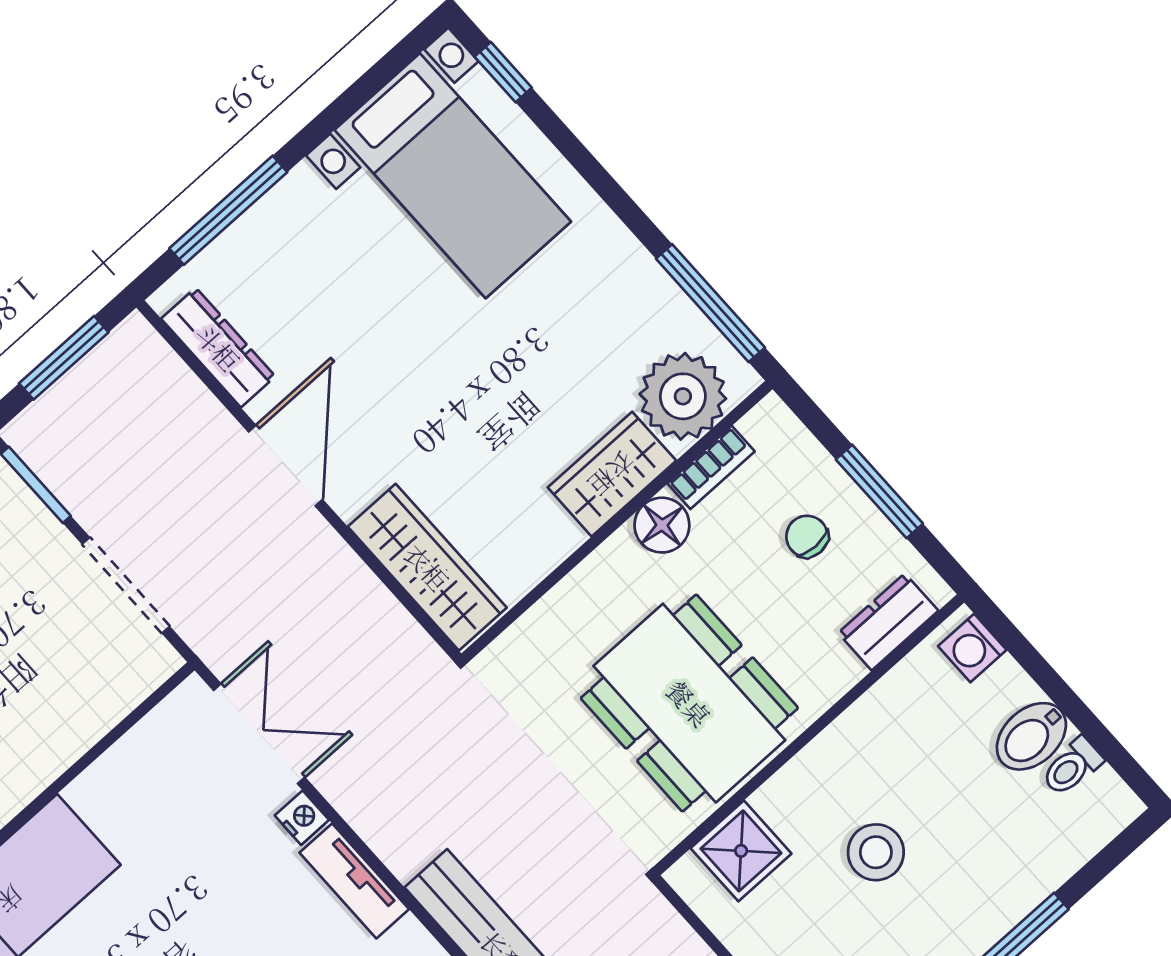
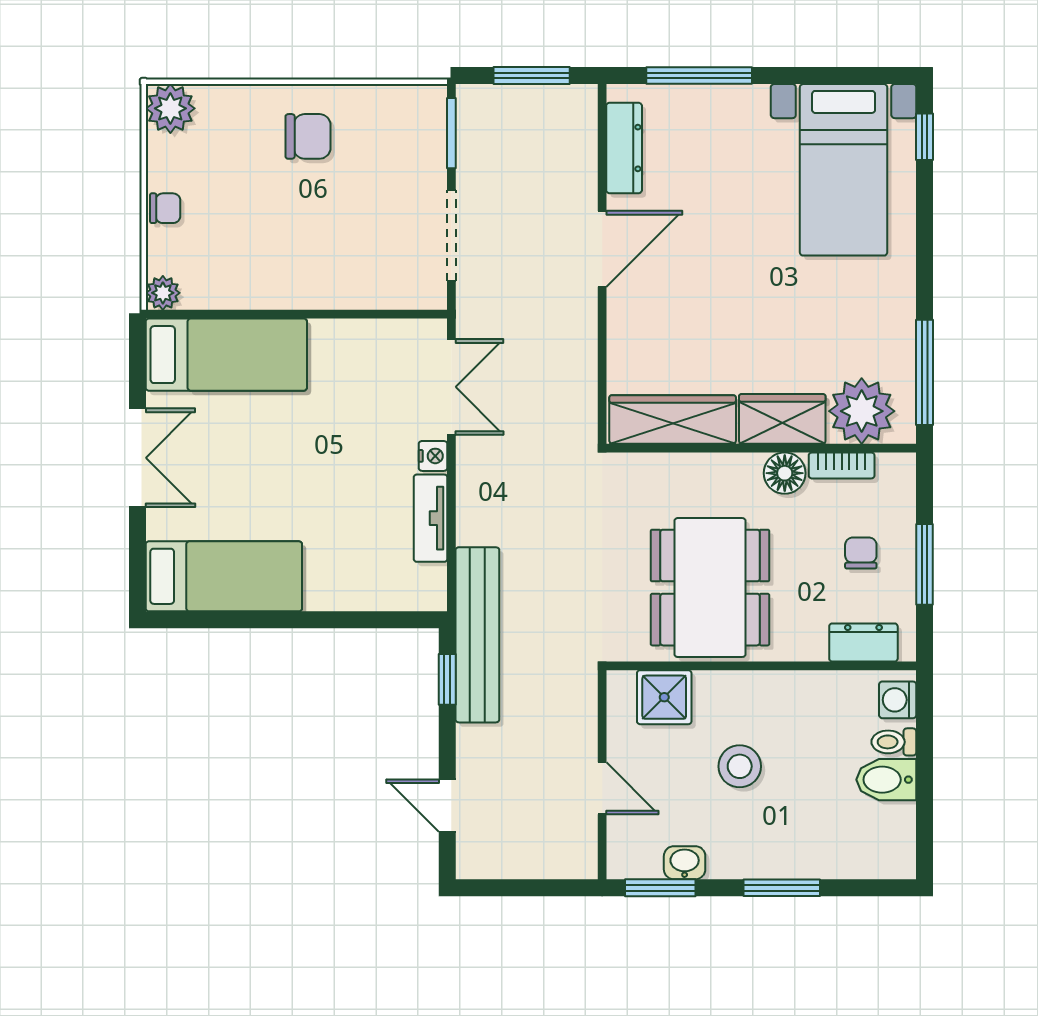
wardrobe: (427, 567) -> (673, 420), moved, turned -90
toilet: (1072, 767) -> (894, 742), moved

